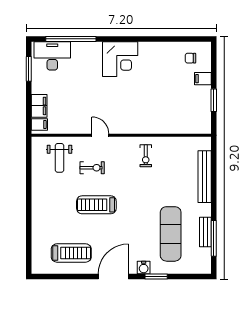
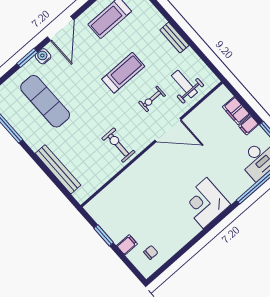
filing cabinet: (39, 124) -> (249, 125), moved
door: (100, 135) -> (168, 130), width x1.88
exercise bike: (146, 156) -> (118, 145), width x1.38, depth x1.39
bench: (205, 232) -> (174, 38), moved

